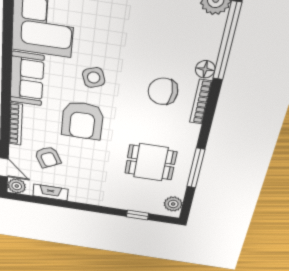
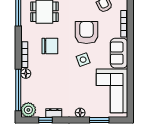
chair: (163, 91) -> (50, 46), moved

